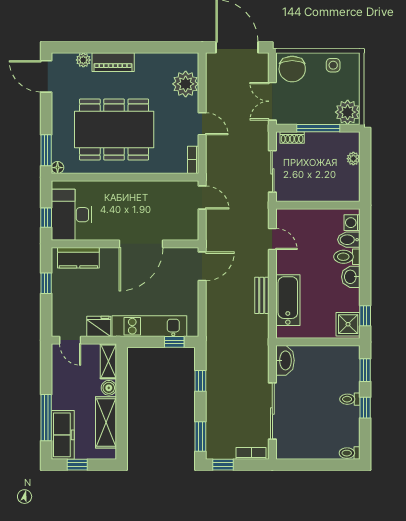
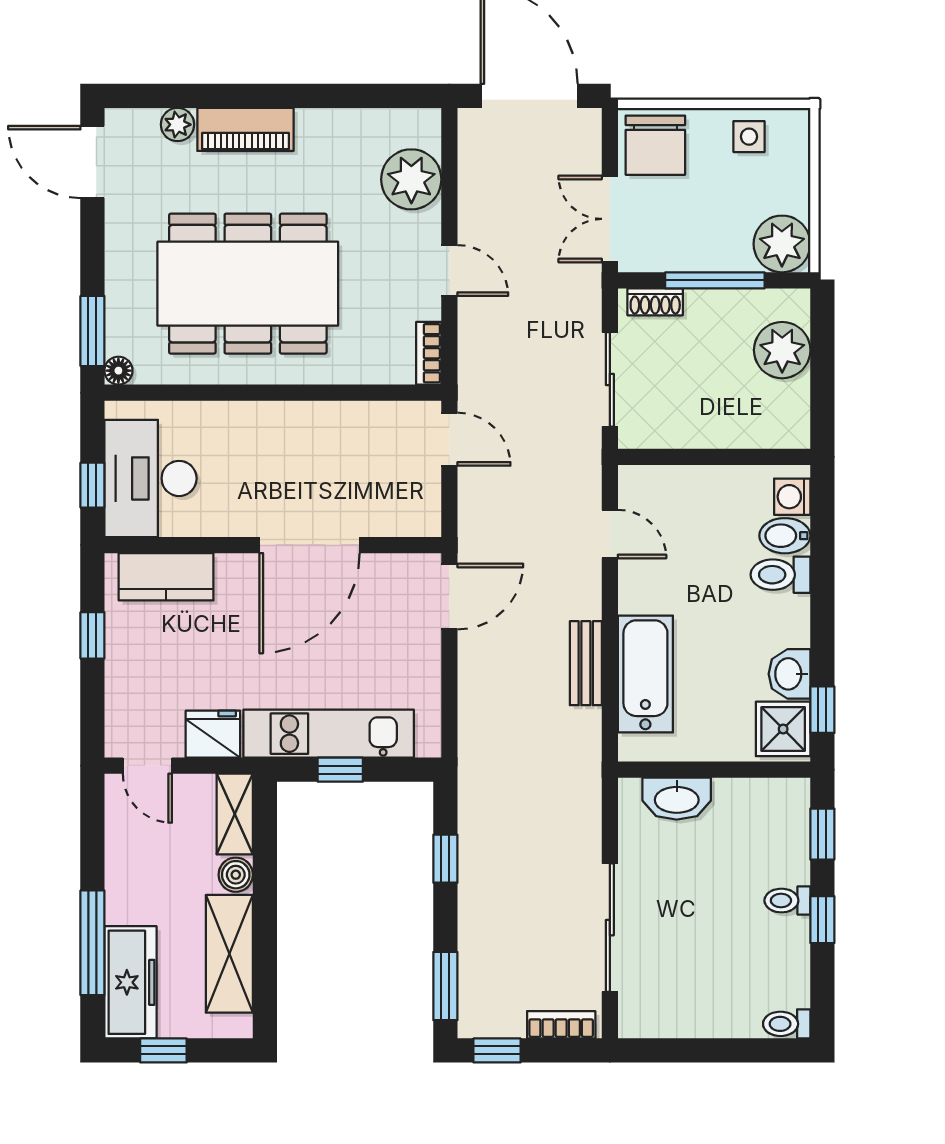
plant: (353, 159) -> (782, 350), width x1.88, depth x1.88
washbasin: (351, 277) -> (789, 674), moved
window: (174, 342) -> (340, 770), moved
washbasin: (285, 360) -> (677, 799), moved, turned 90

